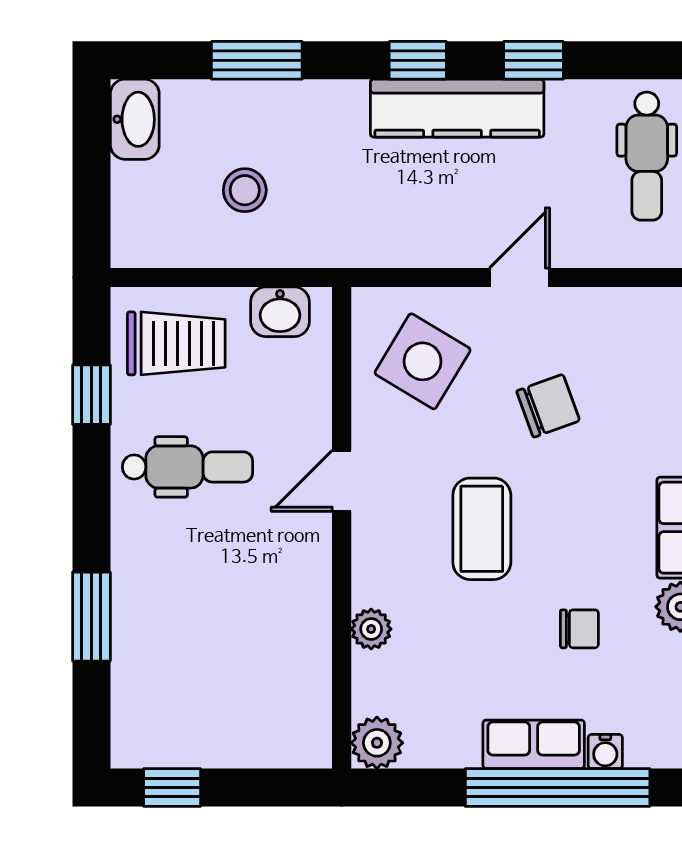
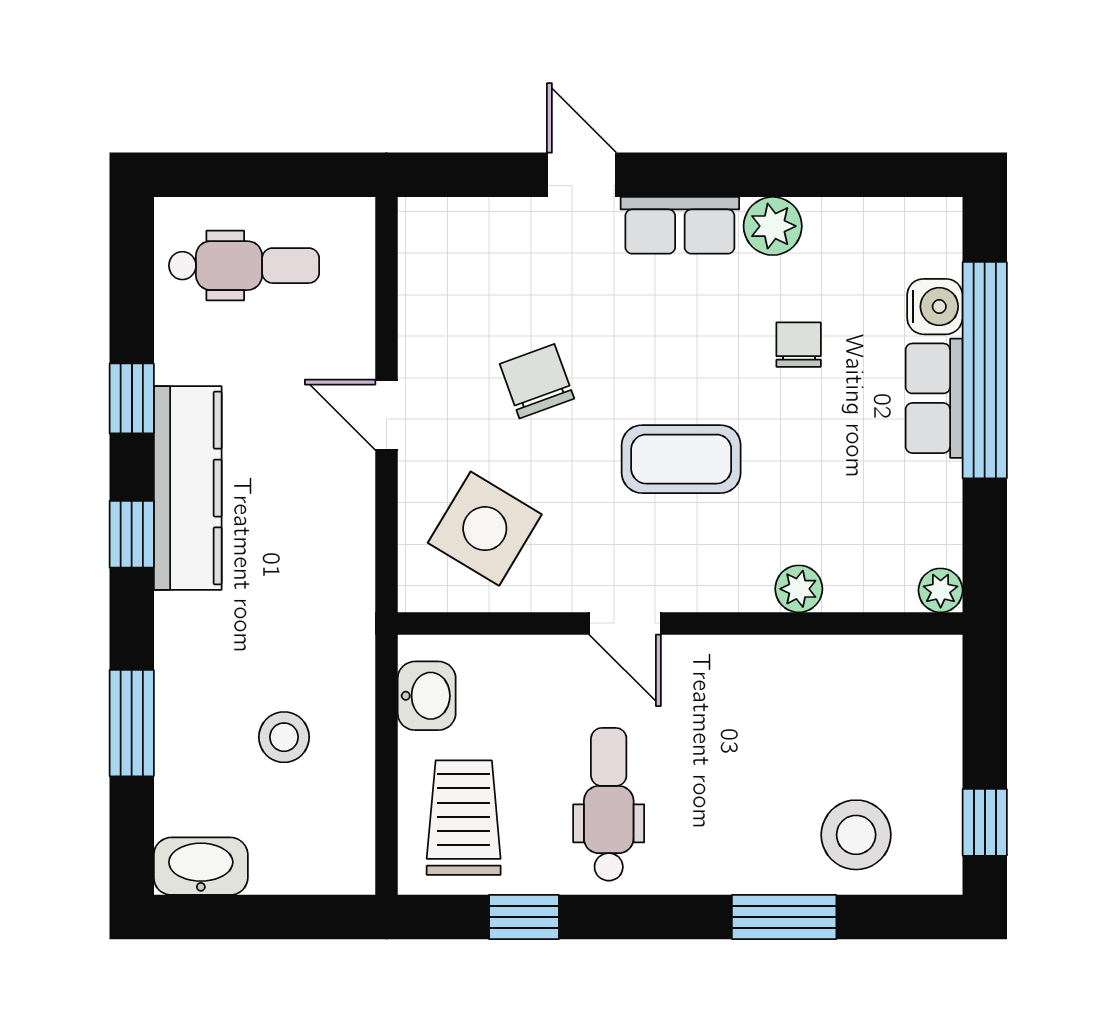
stool: (161, 678) -> (856, 835), added
plant: (377, 743) -> (941, 590), width x0.73, depth x0.73
water cooler: (605, 752) -> (935, 307), width x1.38, depth x1.38

